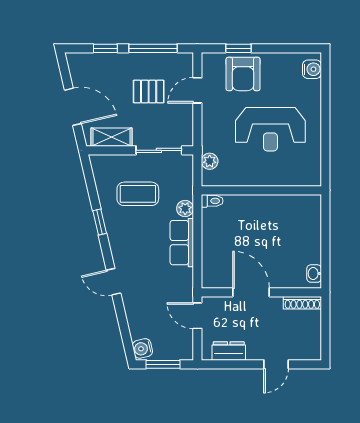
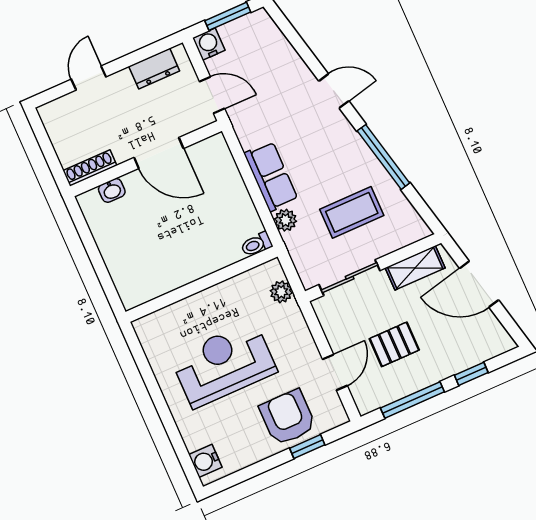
window: (100, 222) -> (383, 157), width x2.17
washbasin: (314, 274) -> (112, 190), moved, turned 90
water cooler: (142, 348) -> (209, 44), moved, turned -77

